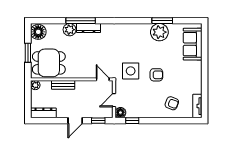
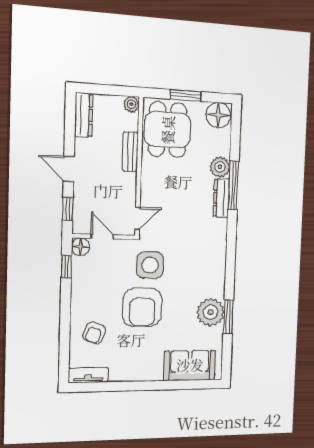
armchair: (156, 75) -> (142, 307), width x1.88, depth x1.88

